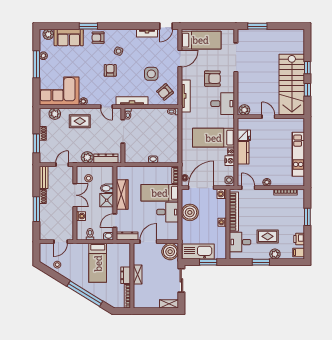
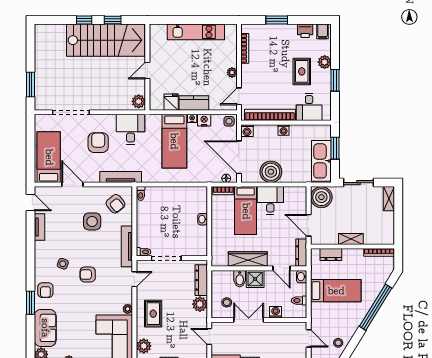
dresser: (126, 275) -> (331, 255), moved

